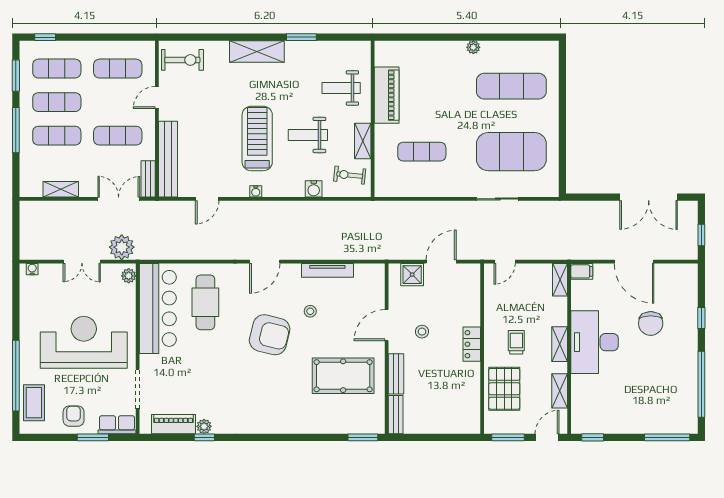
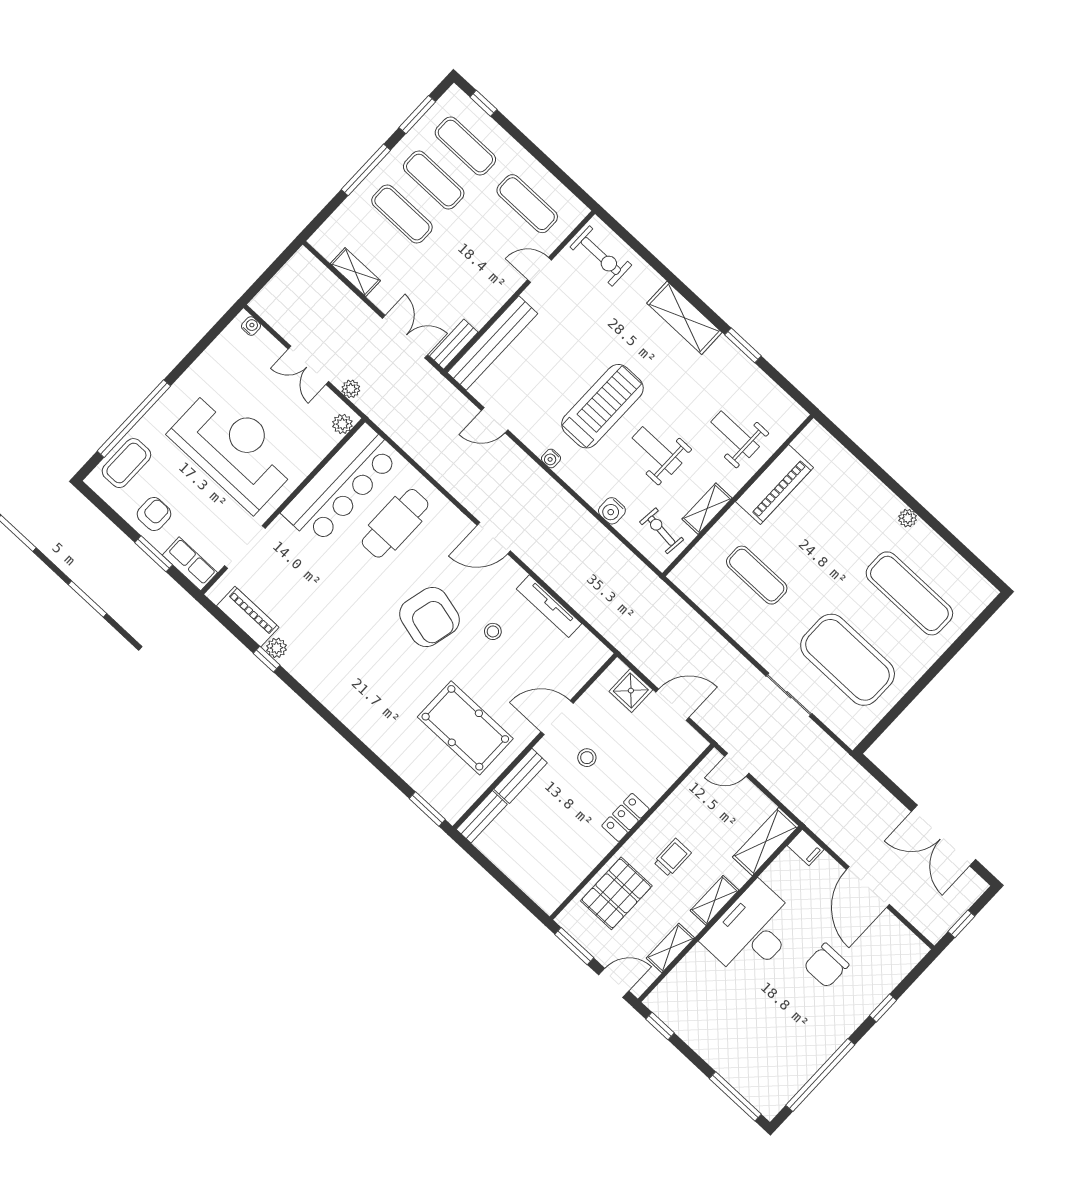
exercise mat: (118, 136) -> (464, 272), removed
plant: (122, 247) -> (351, 389), width x0.53, depth x0.53
shelving: (560, 280) -> (766, 842), width x1.50, depth x1.33

